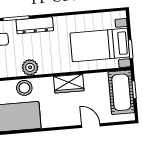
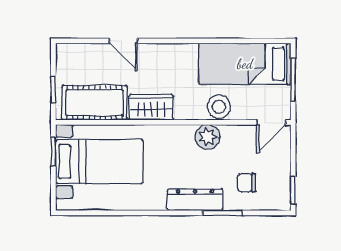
cot: (121, 92) -> (95, 103), moved, turned 90

